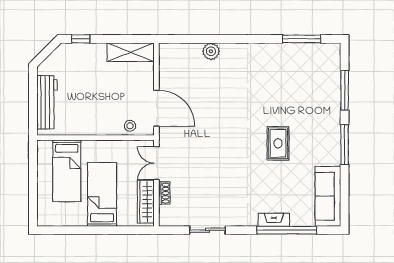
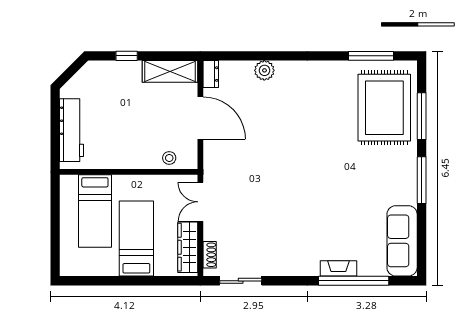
window: (81, 39) -> (127, 56), moved
dresser: (165, 54) -> (211, 74), added
door: (156, 108) -> (200, 118), moved
rug: (278, 143) -> (384, 108), moved, width x1.86, depth x2.06
shoe rack: (164, 193) -> (210, 255), moved
sliding door: (208, 230) -> (241, 281), moved

